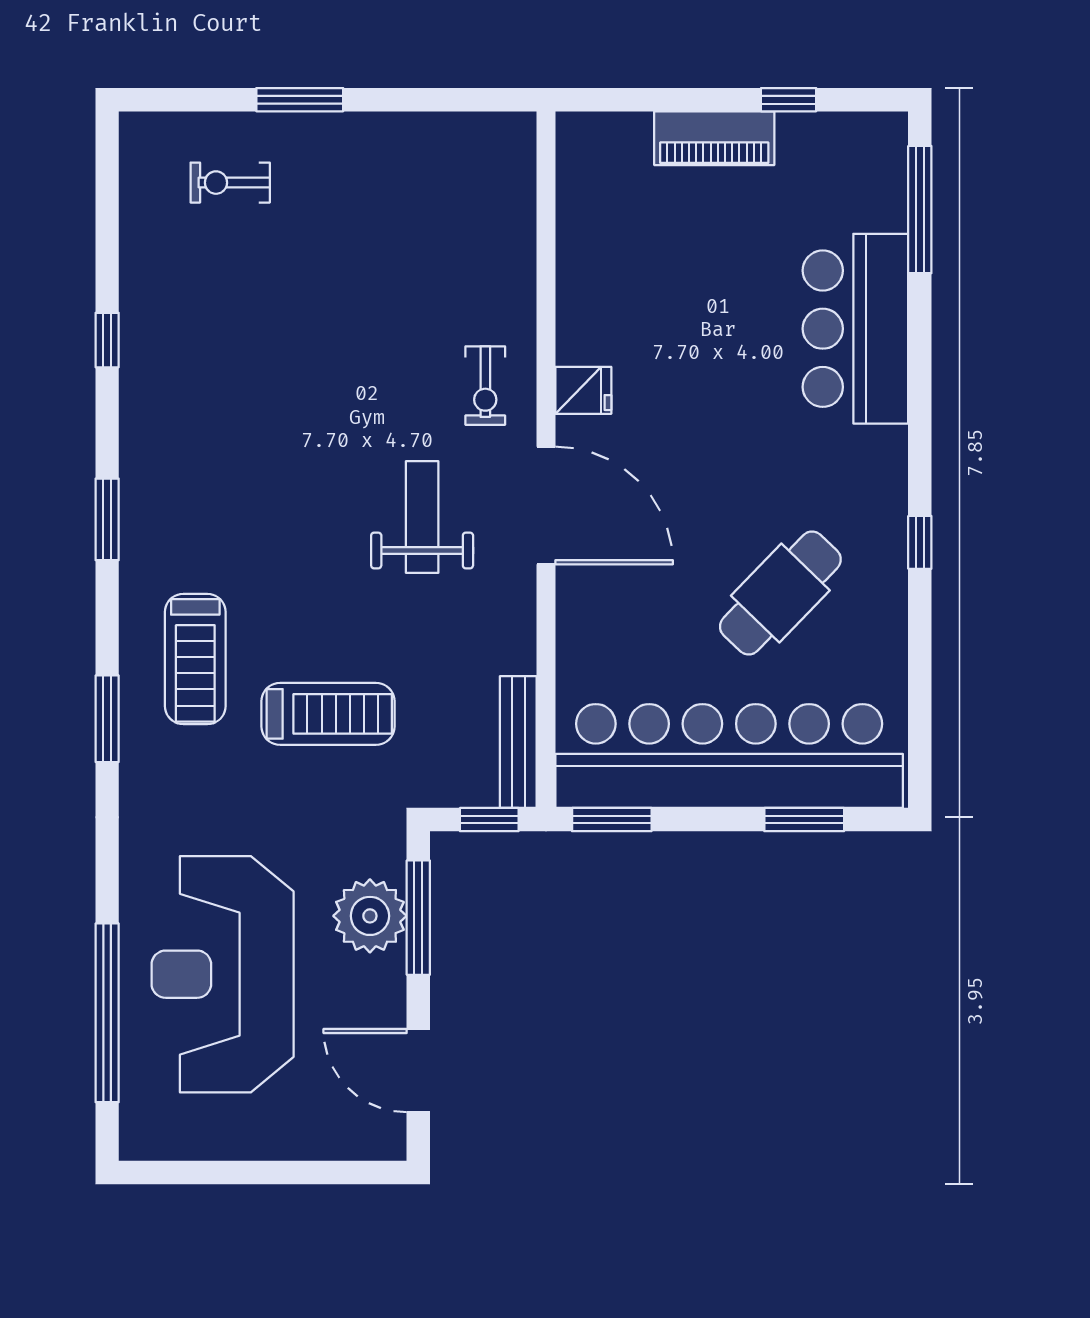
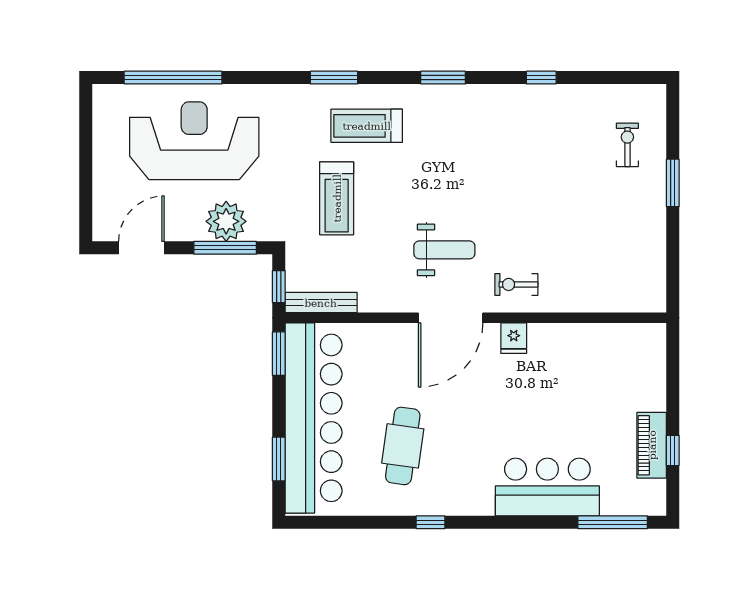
piano: (714, 138) -> (652, 445), moved
cafe table: (780, 593) -> (403, 446), turned 54

